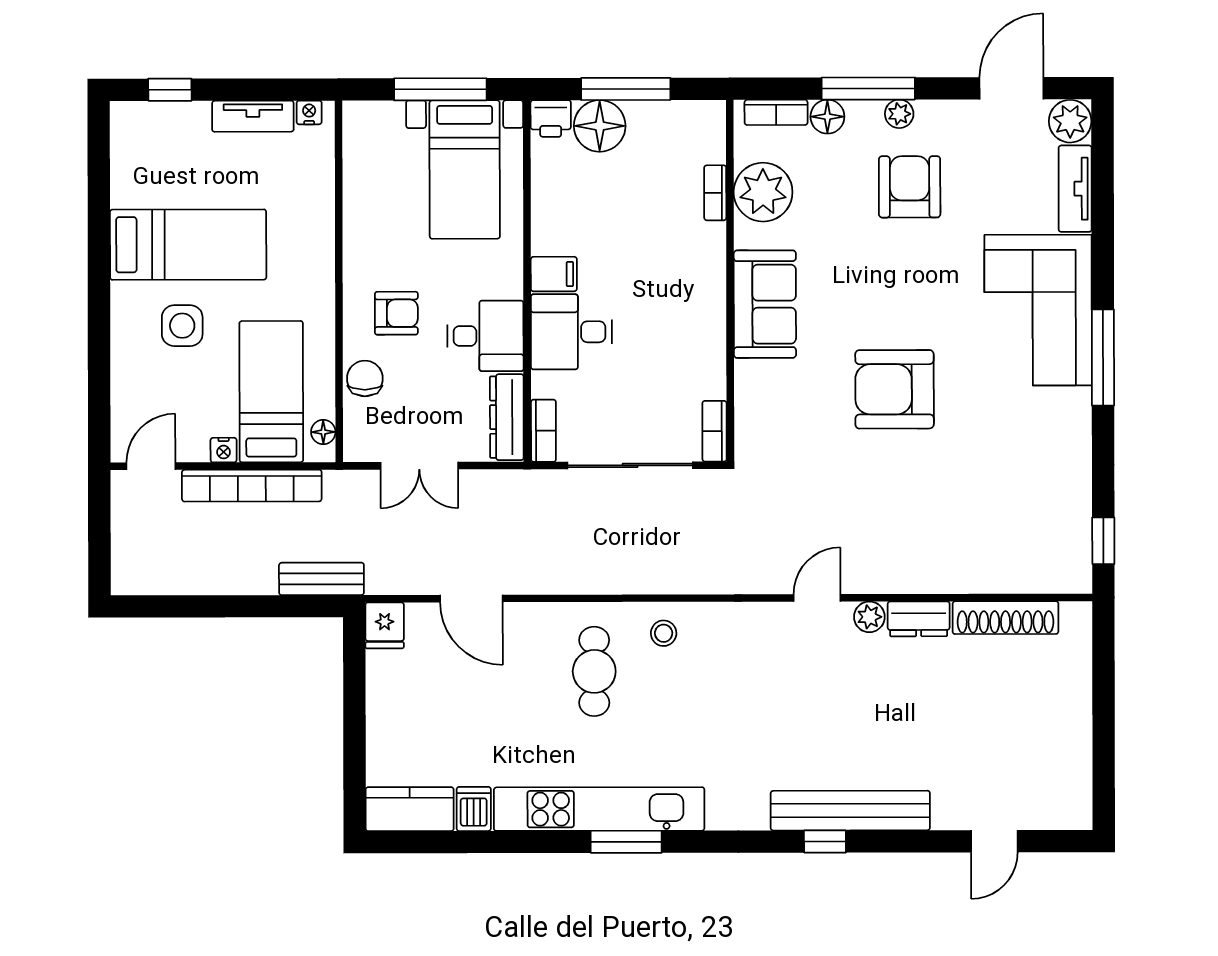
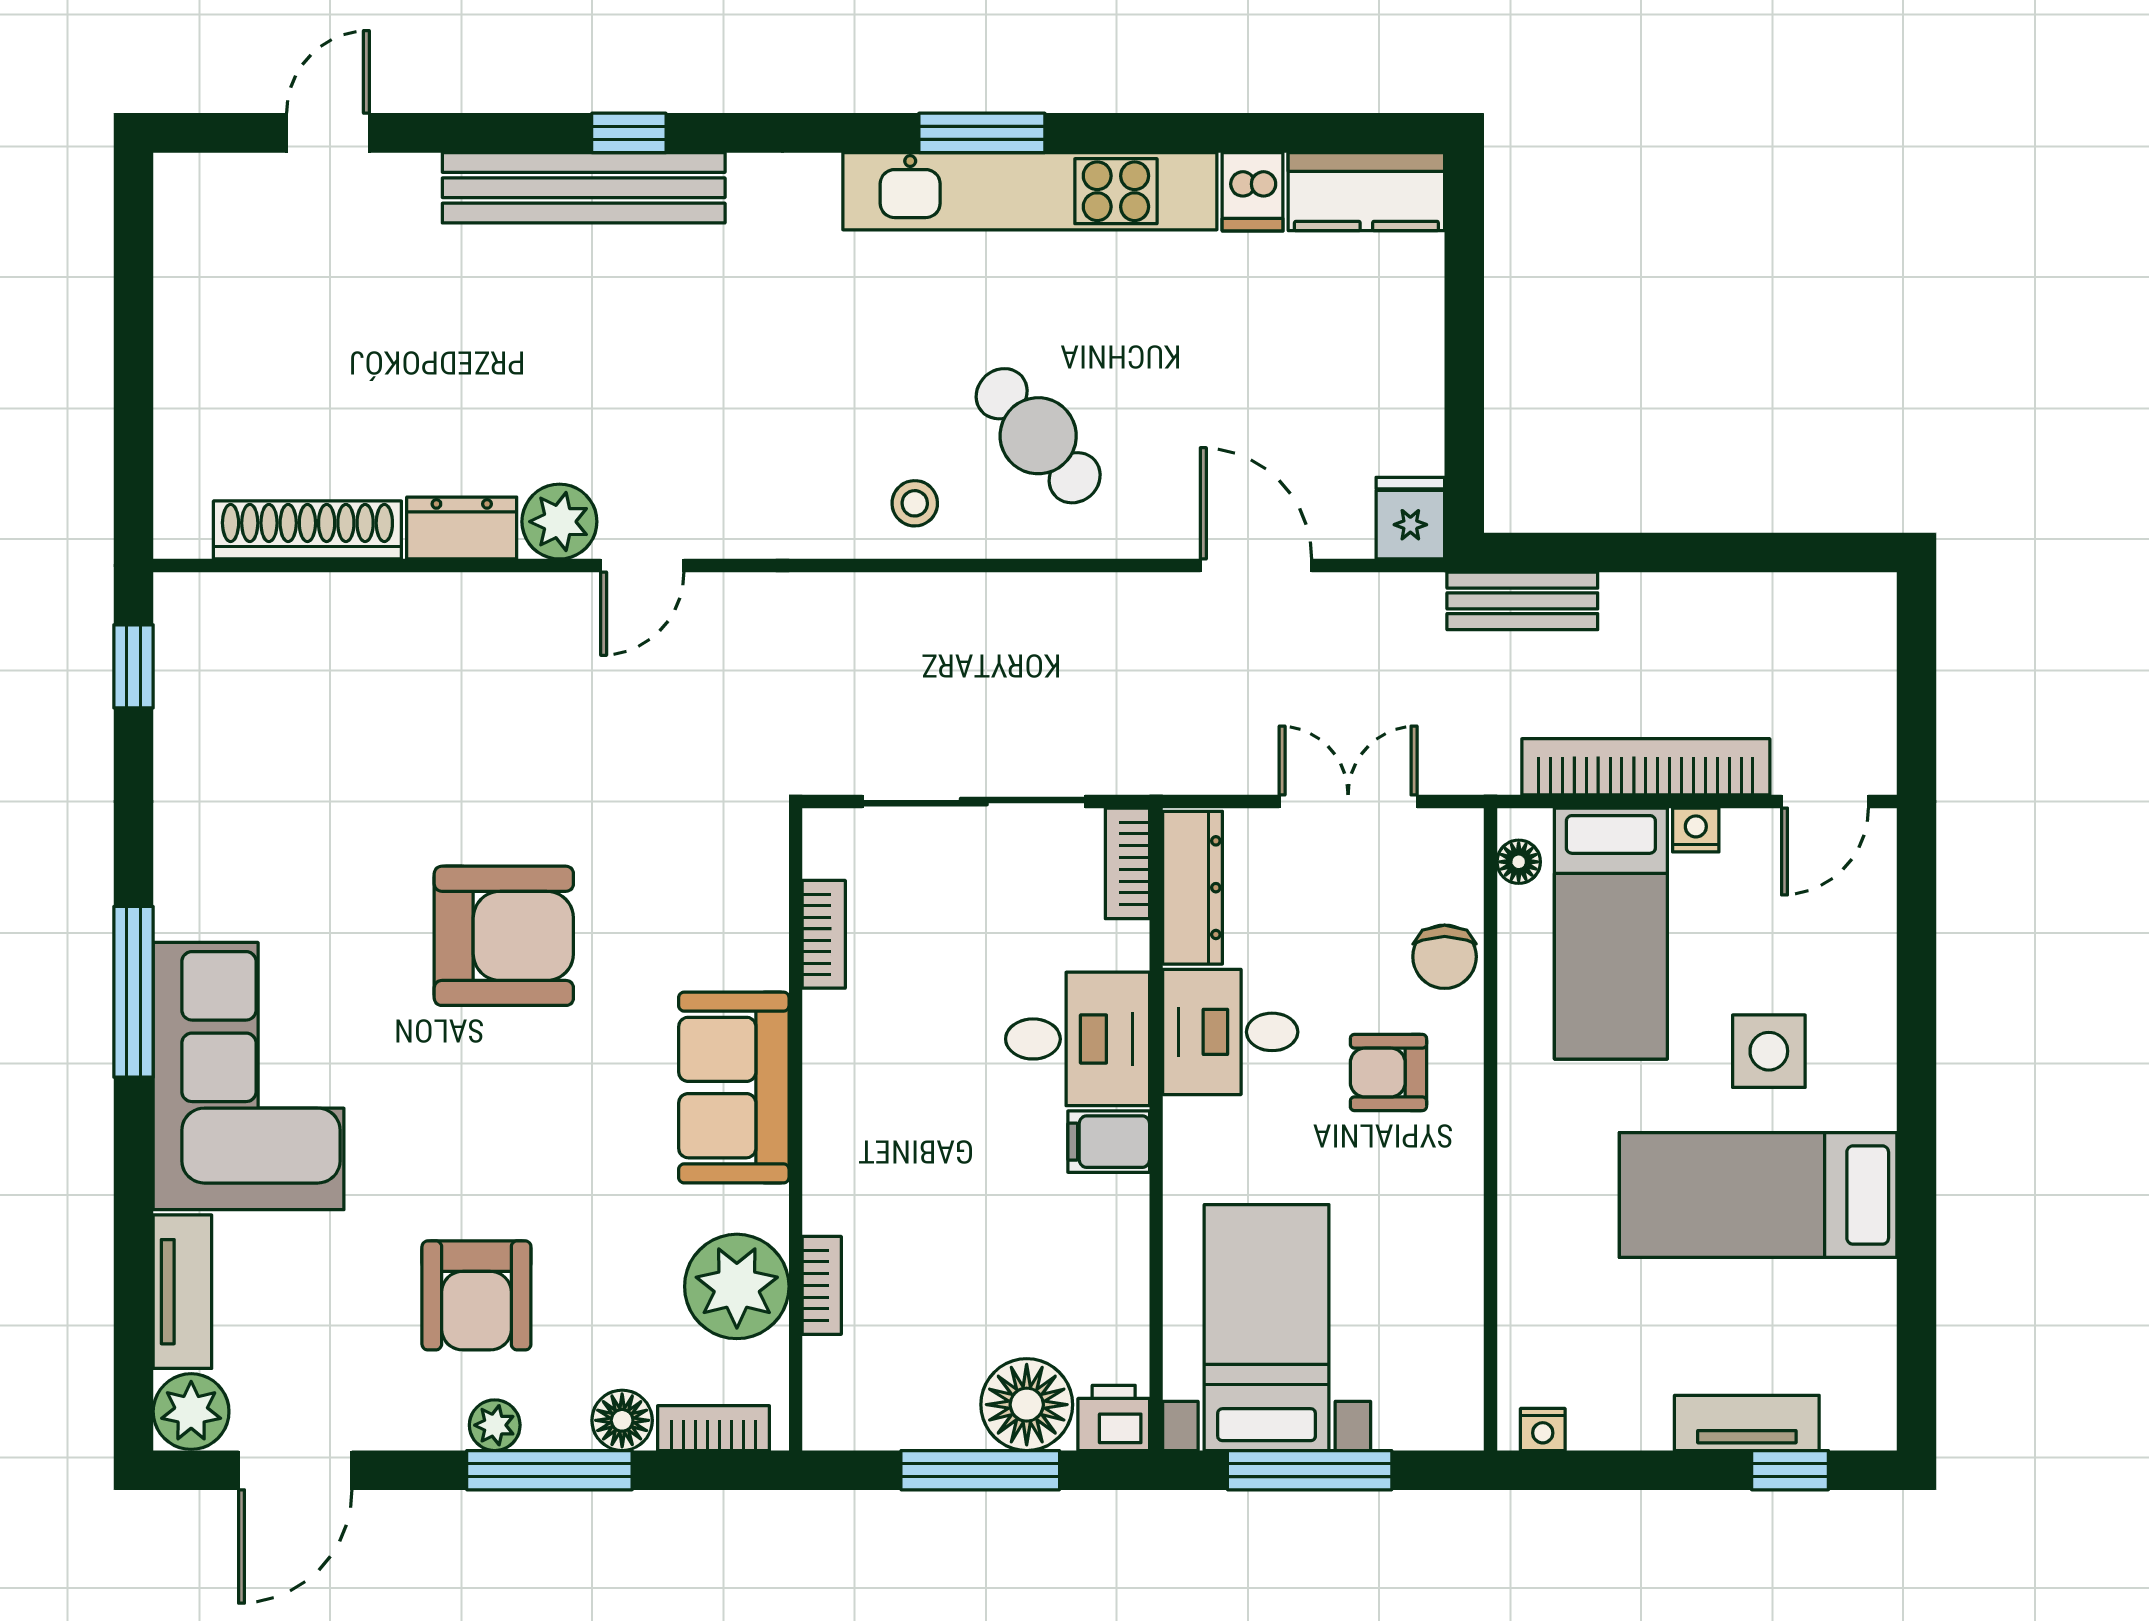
tv unit: (253, 116) -> (1747, 1423), moved
bookcase: (715, 431) -> (824, 934), moved
plant: (869, 617) -> (559, 522), width x1.38, depth x1.38
cafe table: (594, 671) -> (1038, 436), turned -41

